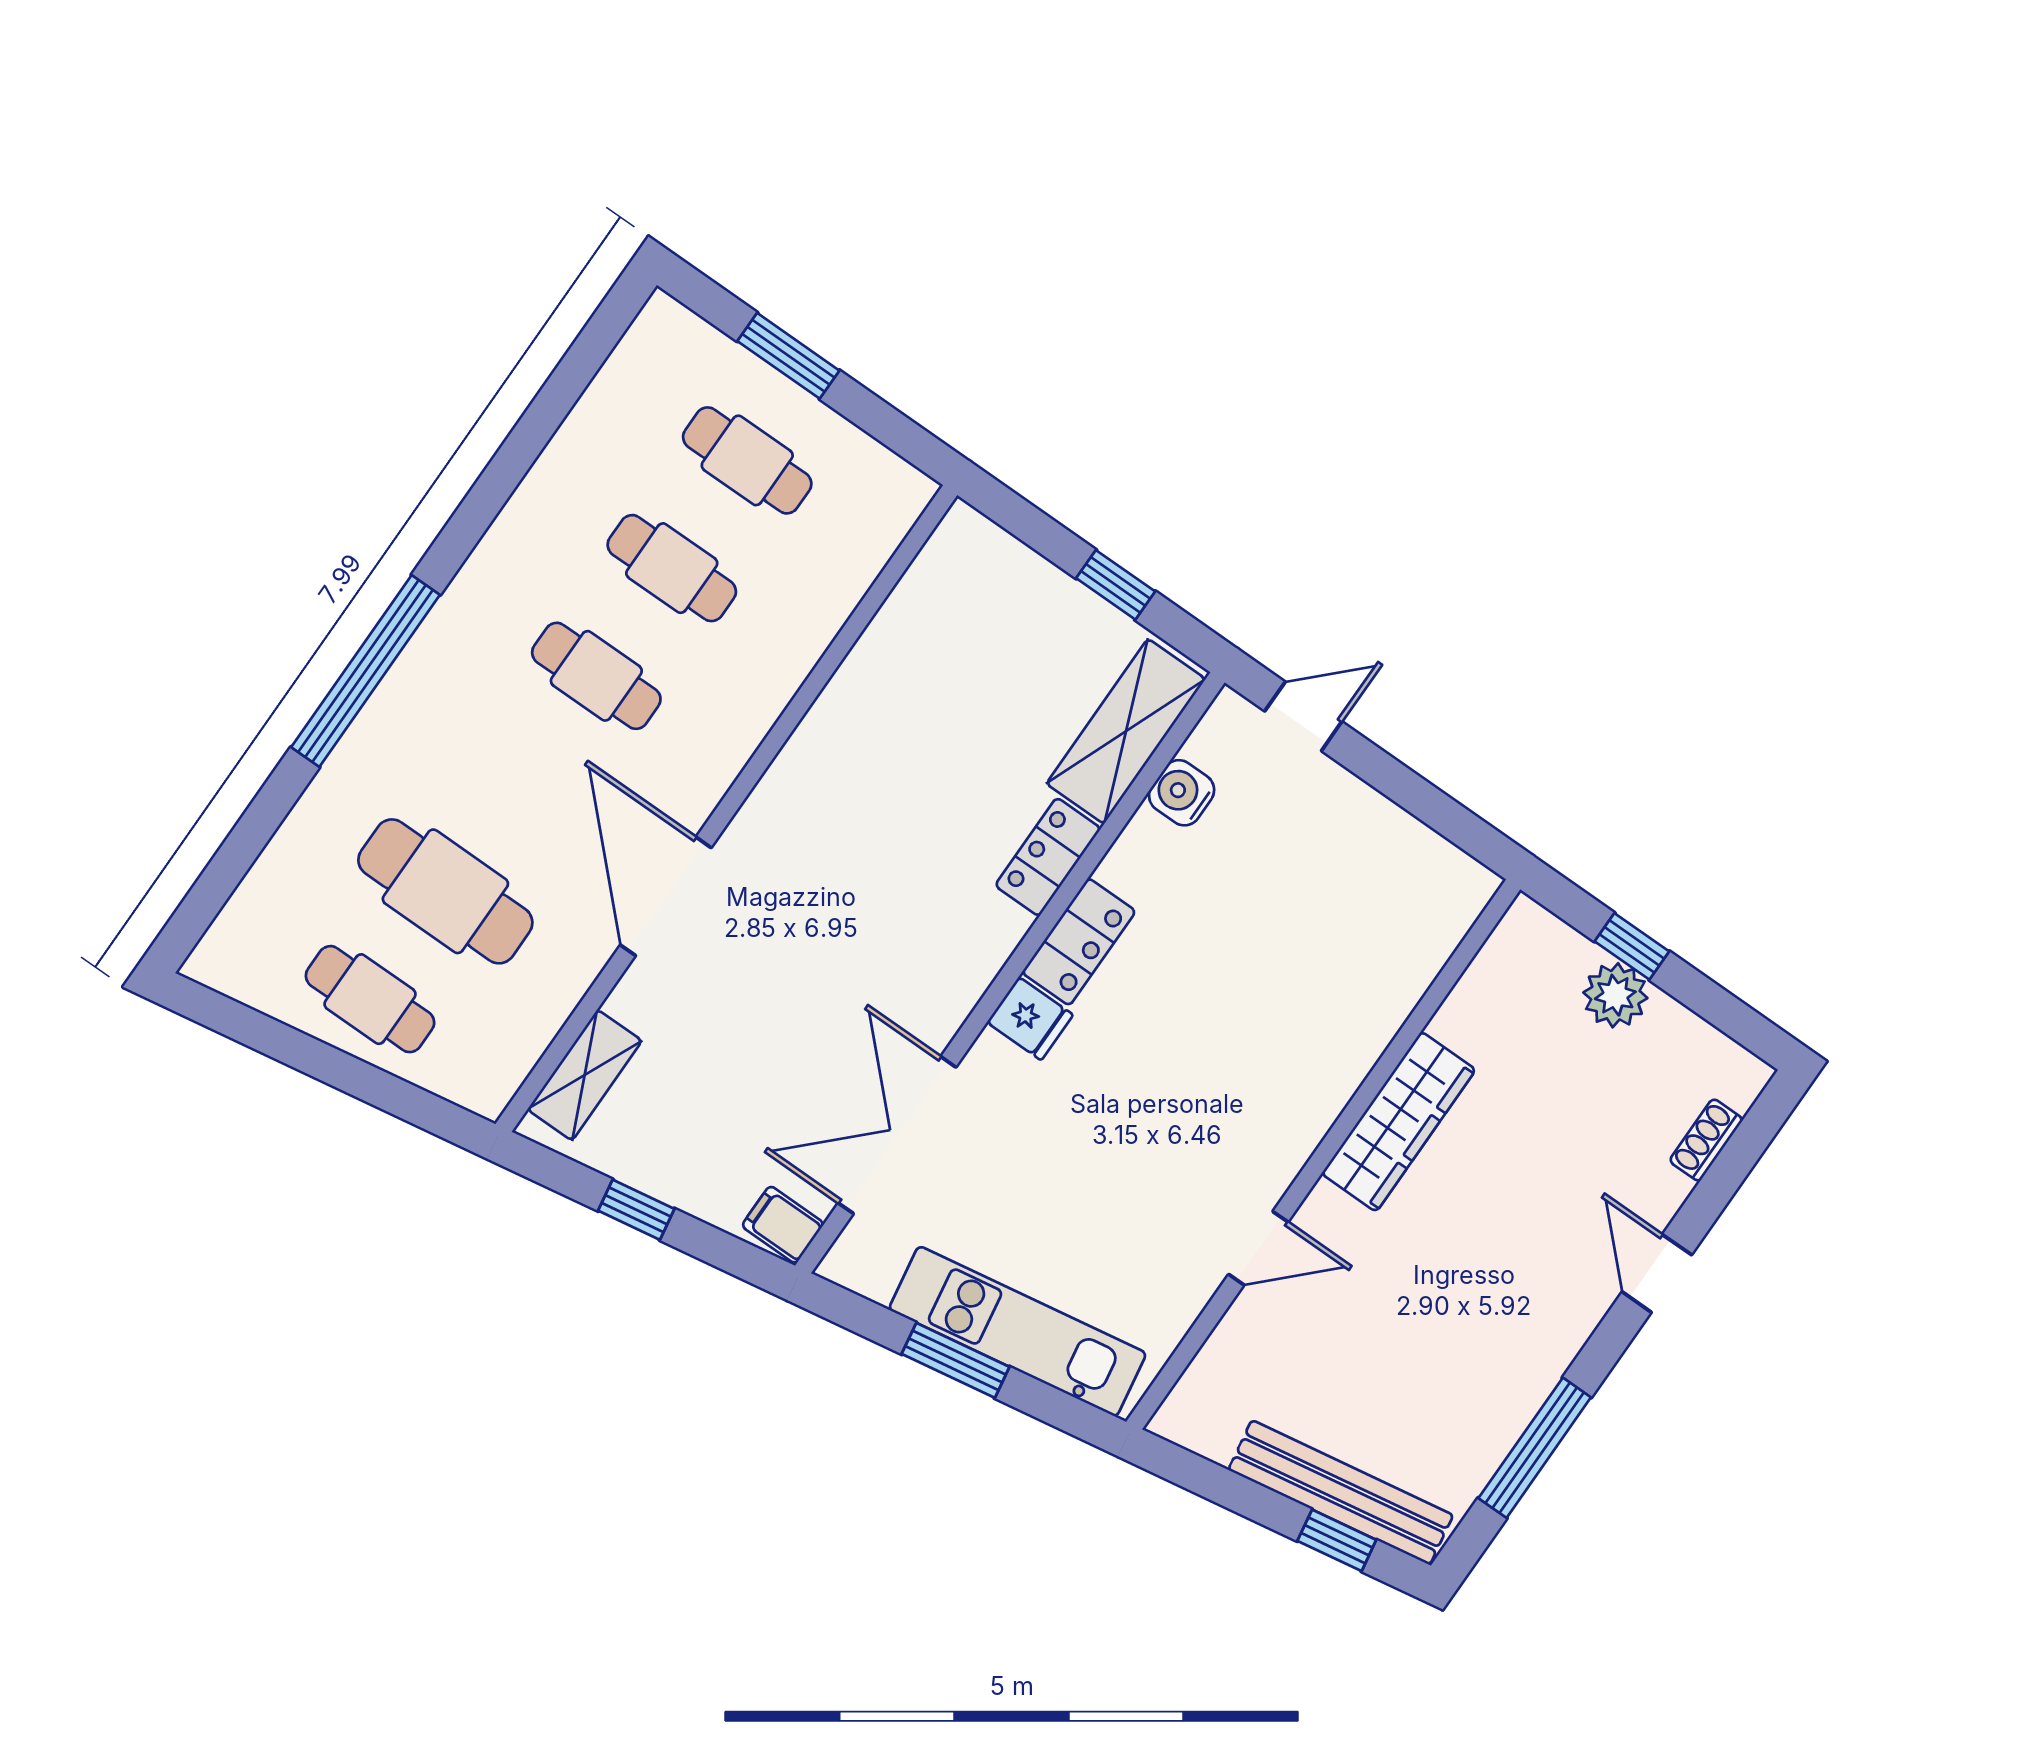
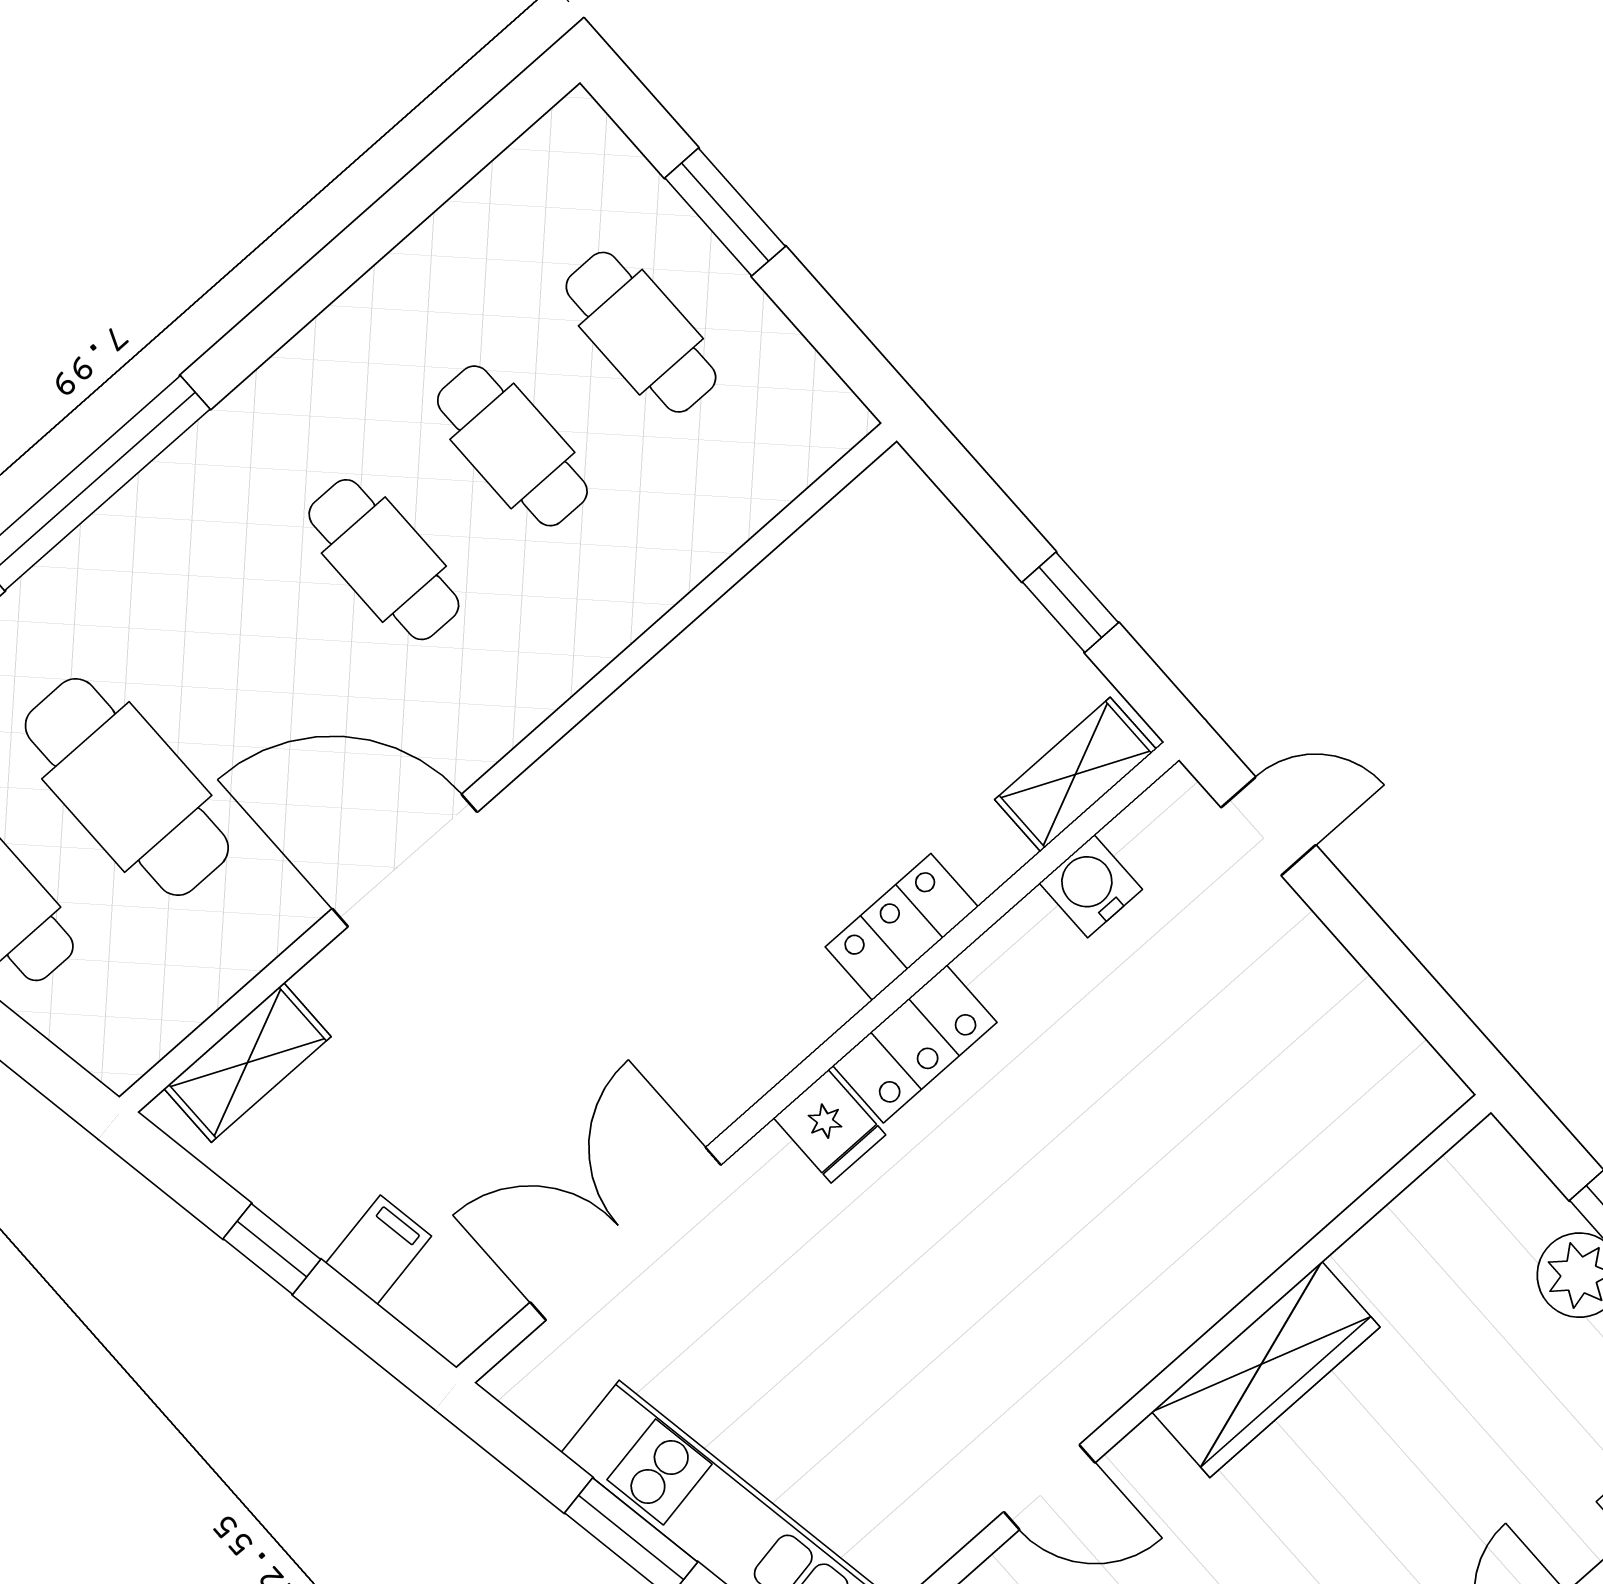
shelving: (1126, 731) -> (1075, 774), width x0.67, depth x0.75
door: (666, 896) -> (405, 860), hinge flipped
filing cabinet: (783, 1225) -> (379, 1250), moved, turned 80

